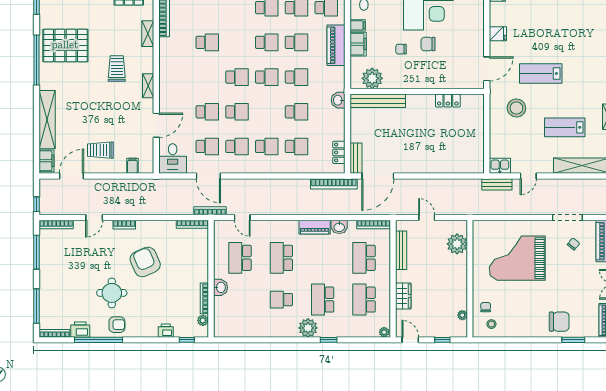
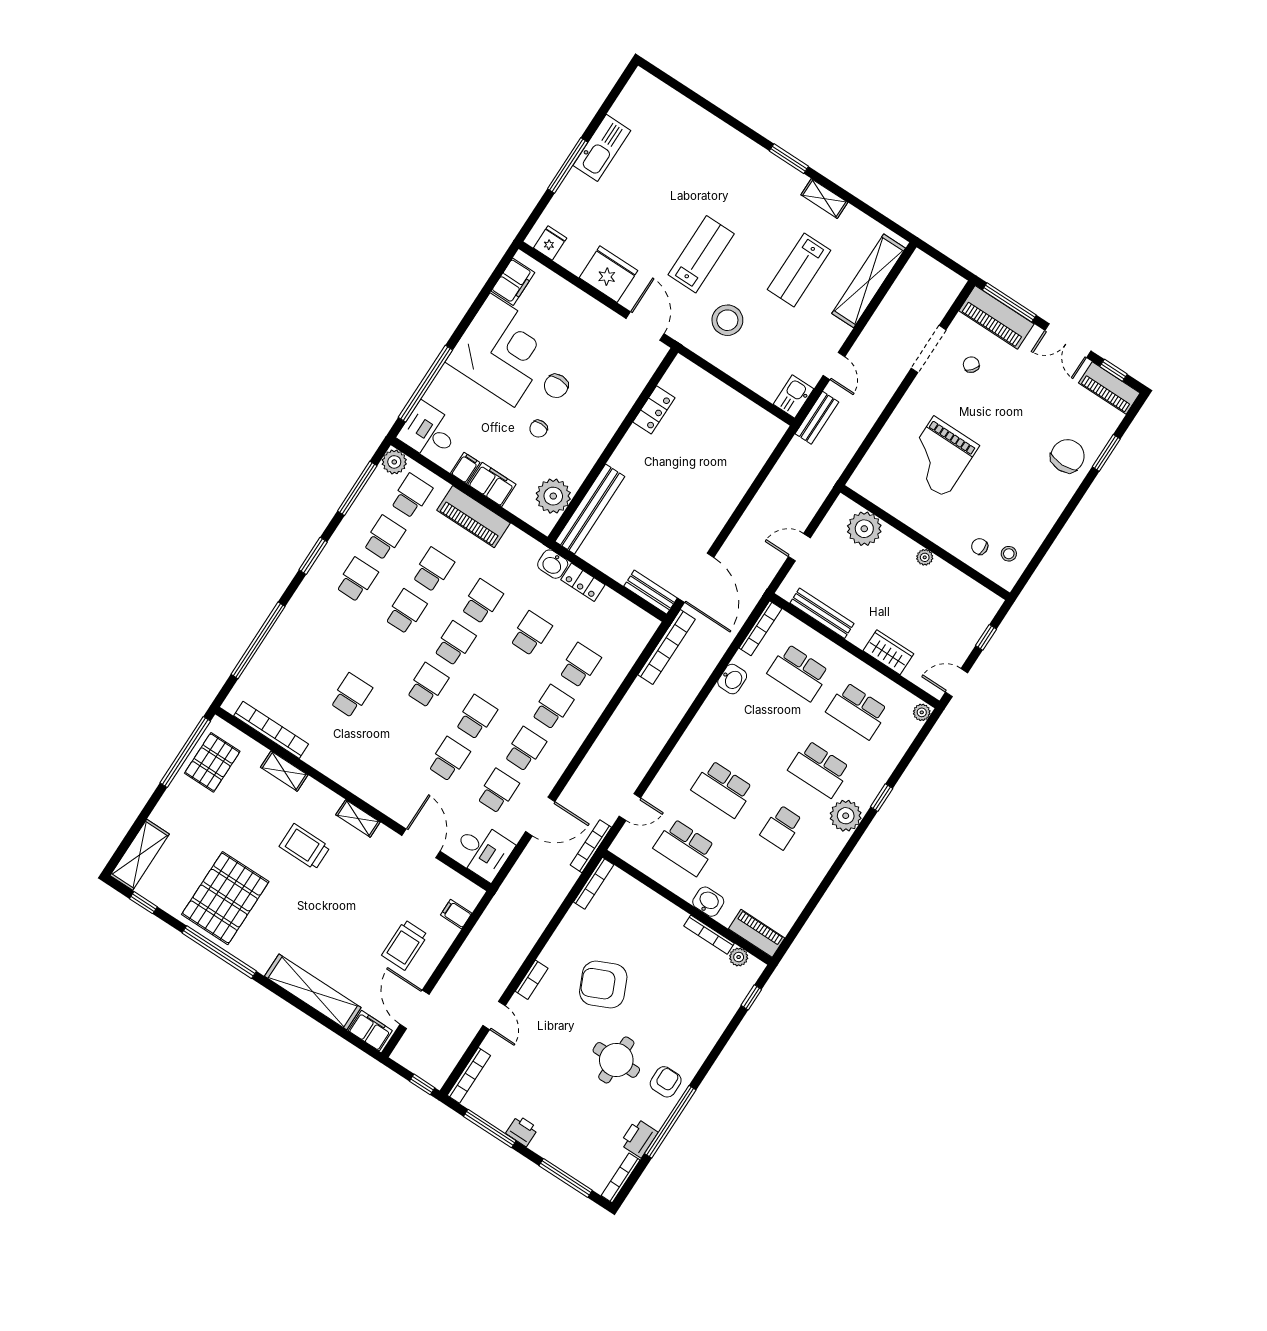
fridge: (498, 34) -> (608, 274), width x1.88, depth x1.34
lab bench: (541, 73) -> (701, 254), turned 180
locker: (339, 152) -> (583, 582), moved
piano: (315, 227) -> (757, 933), moved, turned -90
grand piano: (517, 258) -> (940, 457), width x0.73, depth x0.68
plant: (462, 315) -> (925, 557), moved
printer: (166, 331) -> (522, 1131), moved, turned 90

